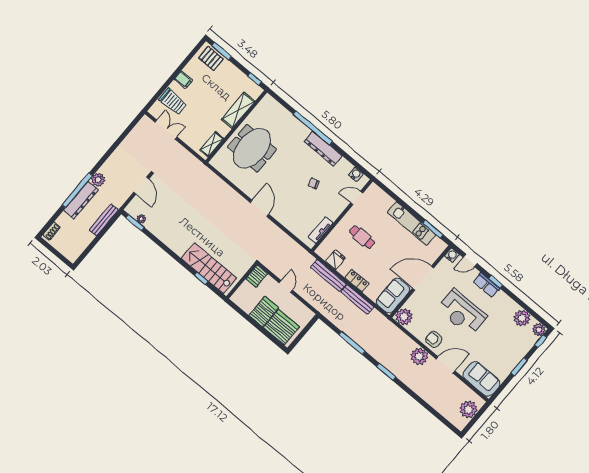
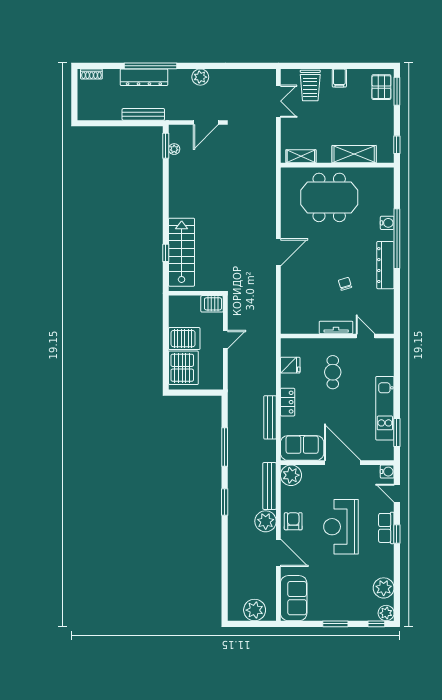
water cooler: (356, 174) -> (387, 223), moved
plant: (98, 180) -> (200, 77), moved
tv unit: (321, 230) -> (336, 327), moved
bench: (328, 276) -> (270, 486), moved

